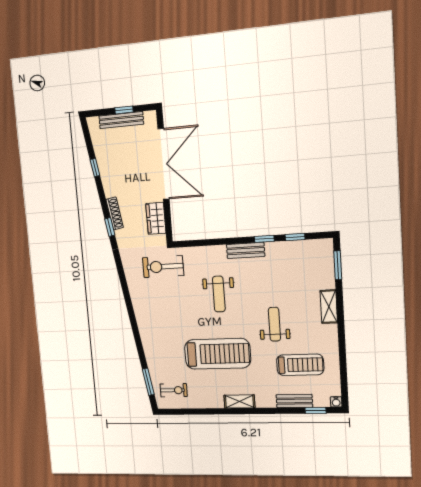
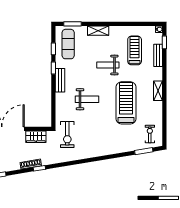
exercise mat: (304, 260) -> (68, 44), added

